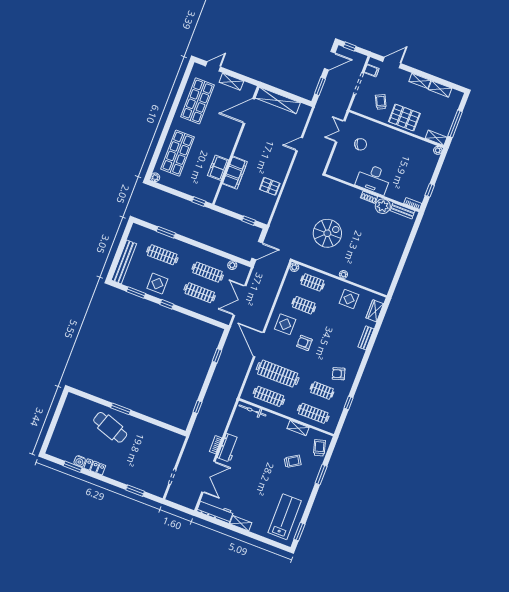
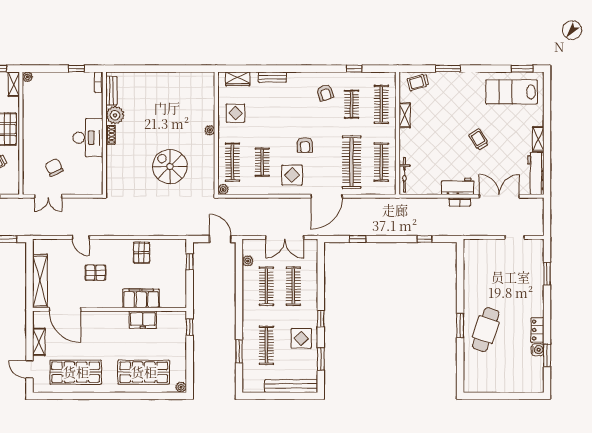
pallet: (268, 145) -> (95, 273), added
clothes rail: (312, 282) -> (232, 162), width x1.36
trolley: (293, 461) -> (479, 140), moved

